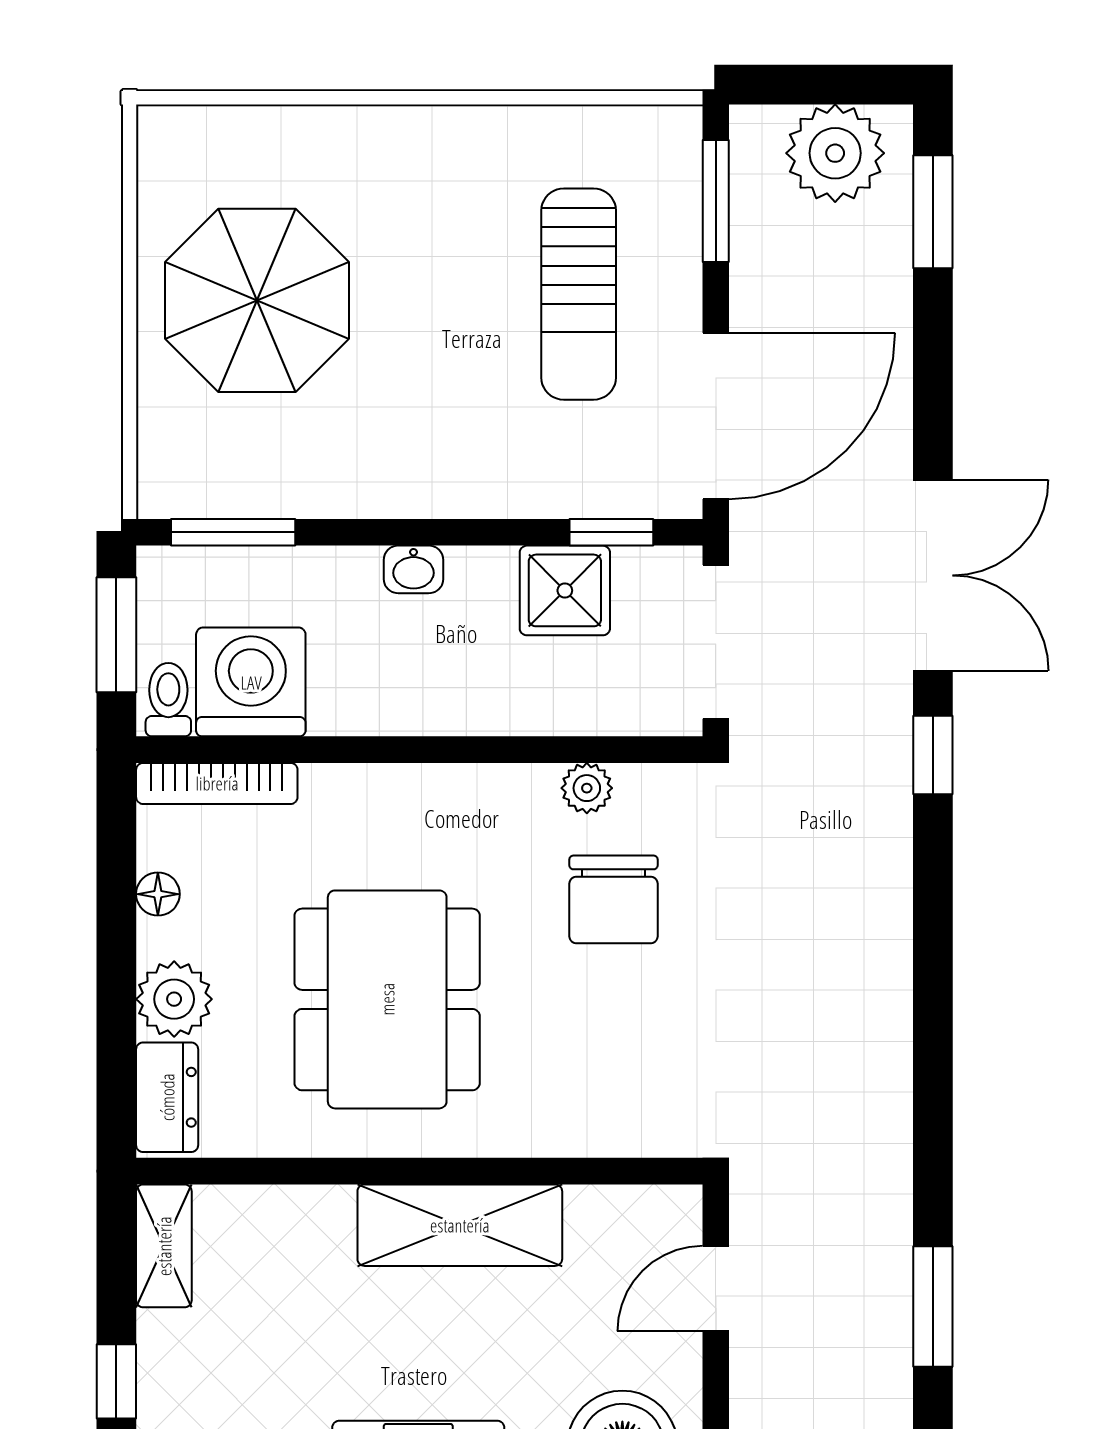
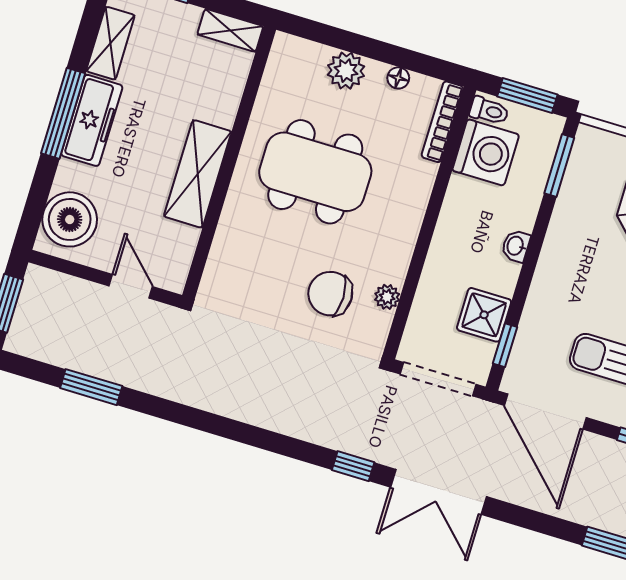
dresser: (167, 1097) -> (300, 53), removed

